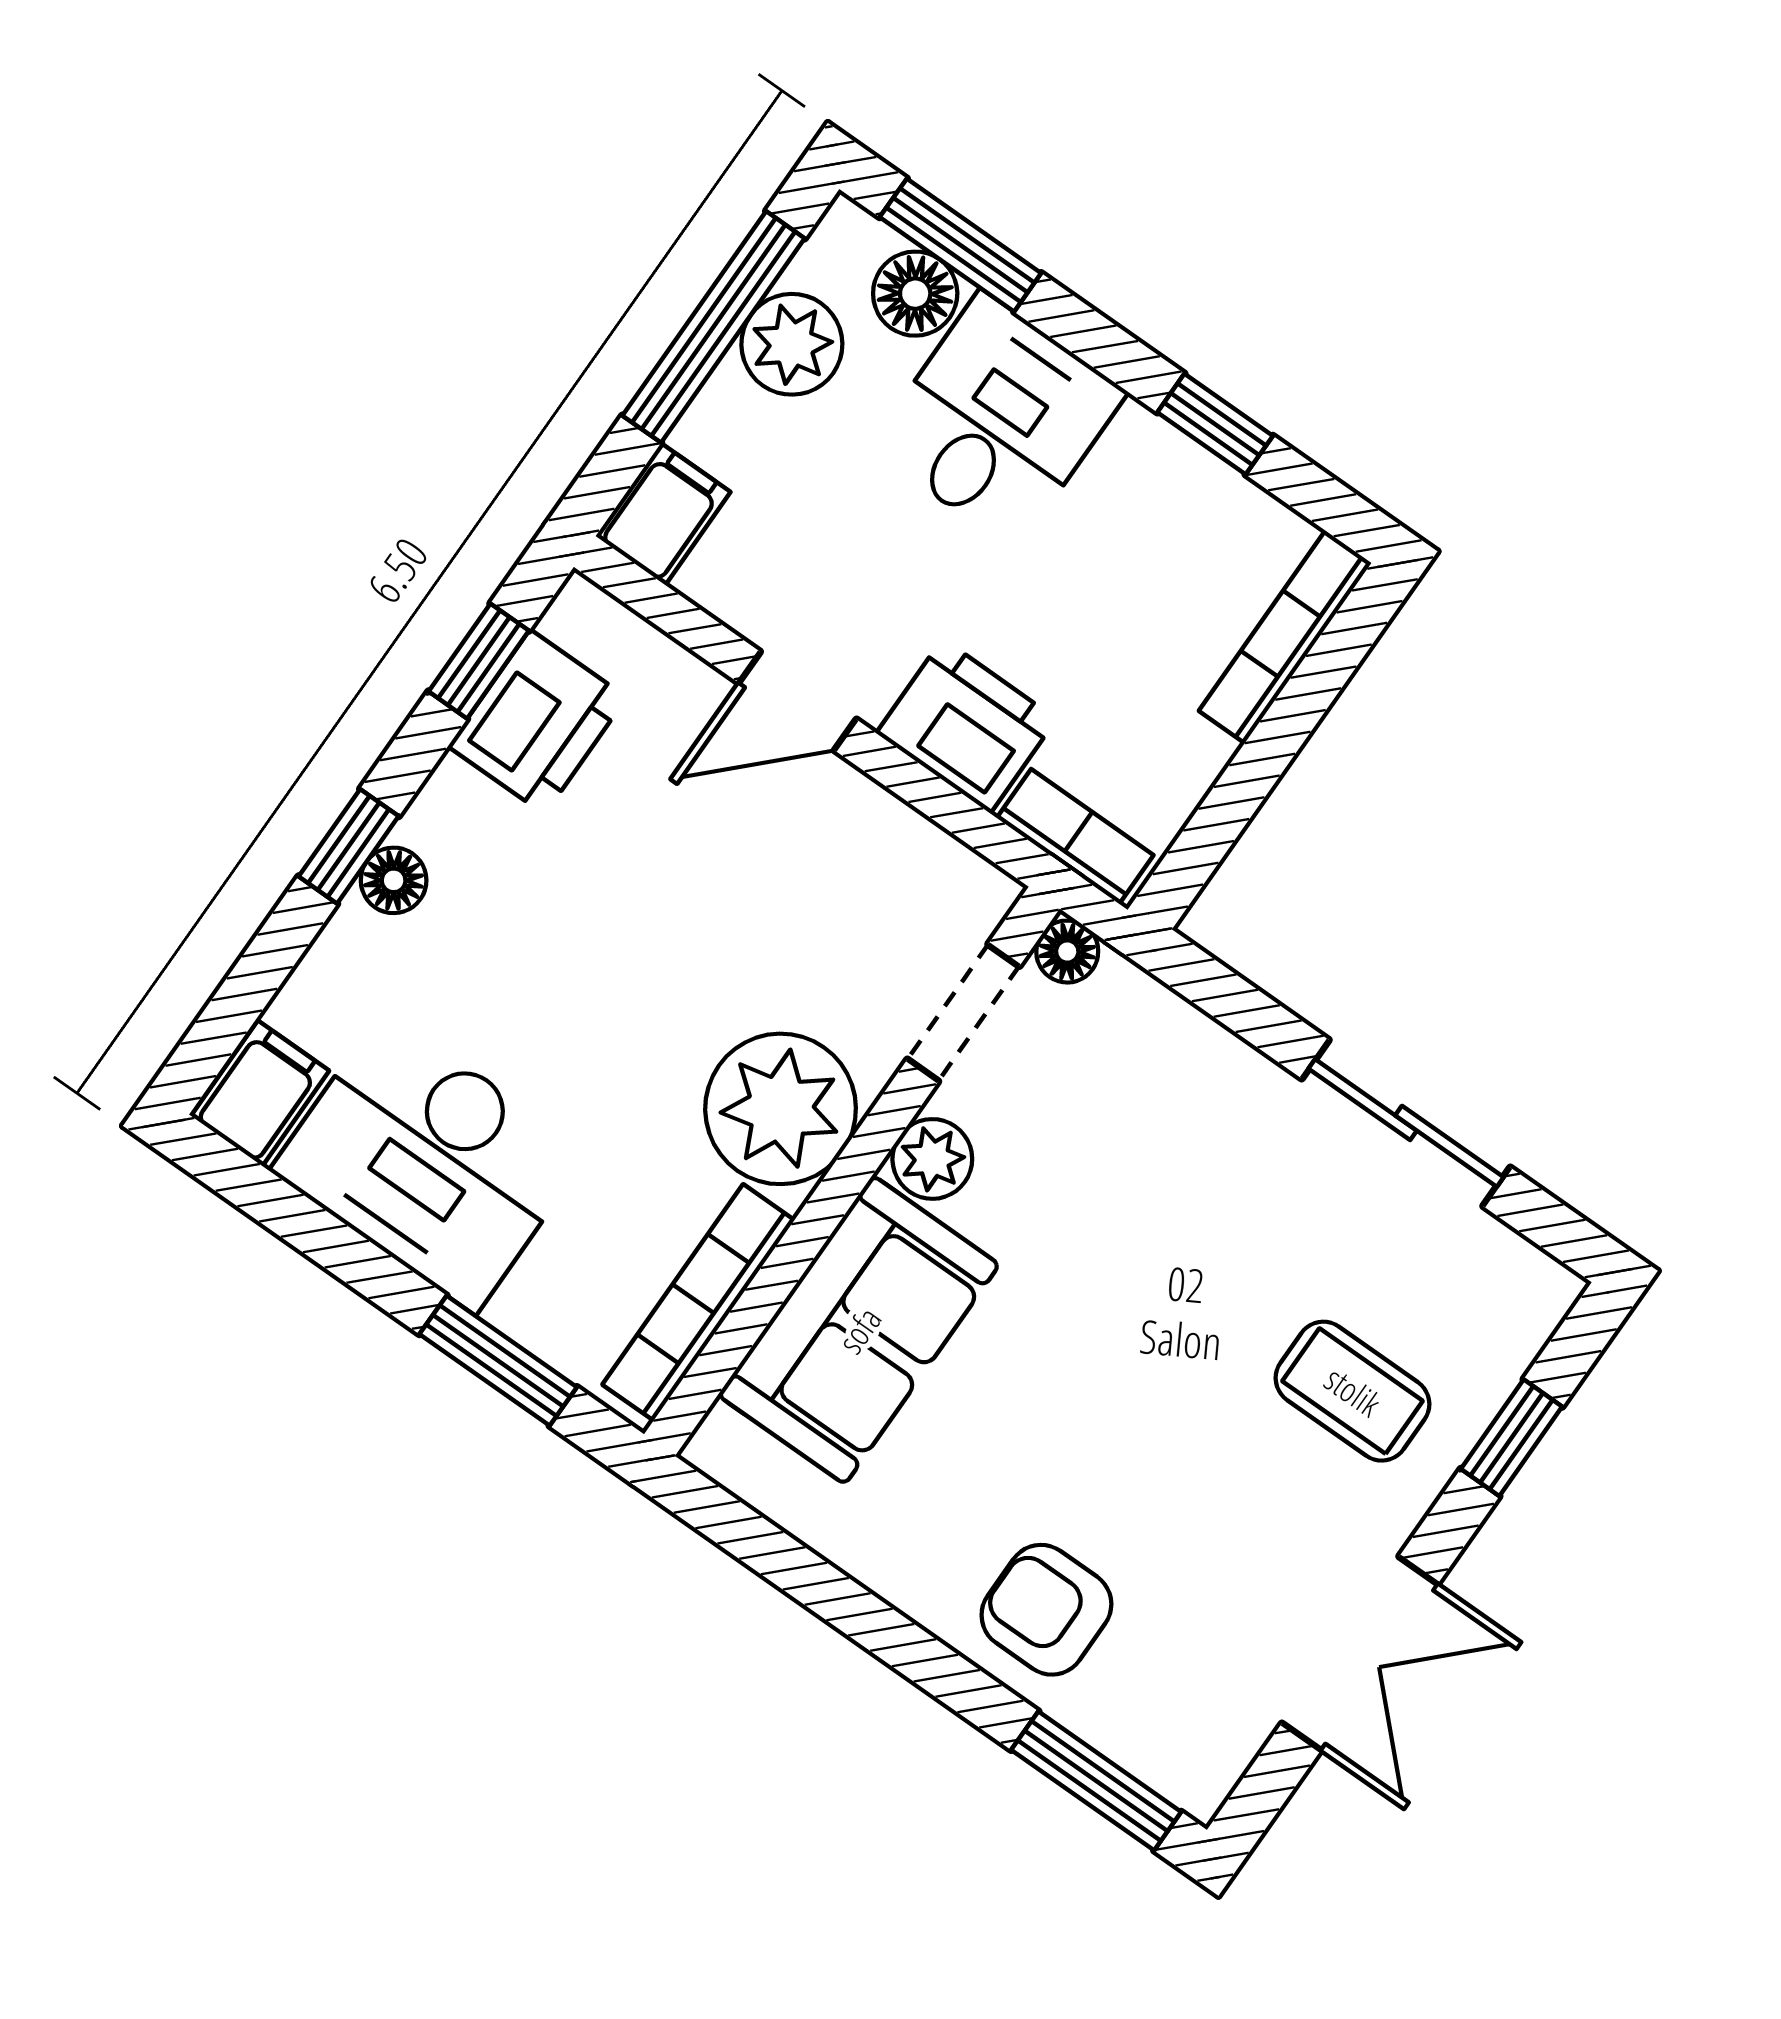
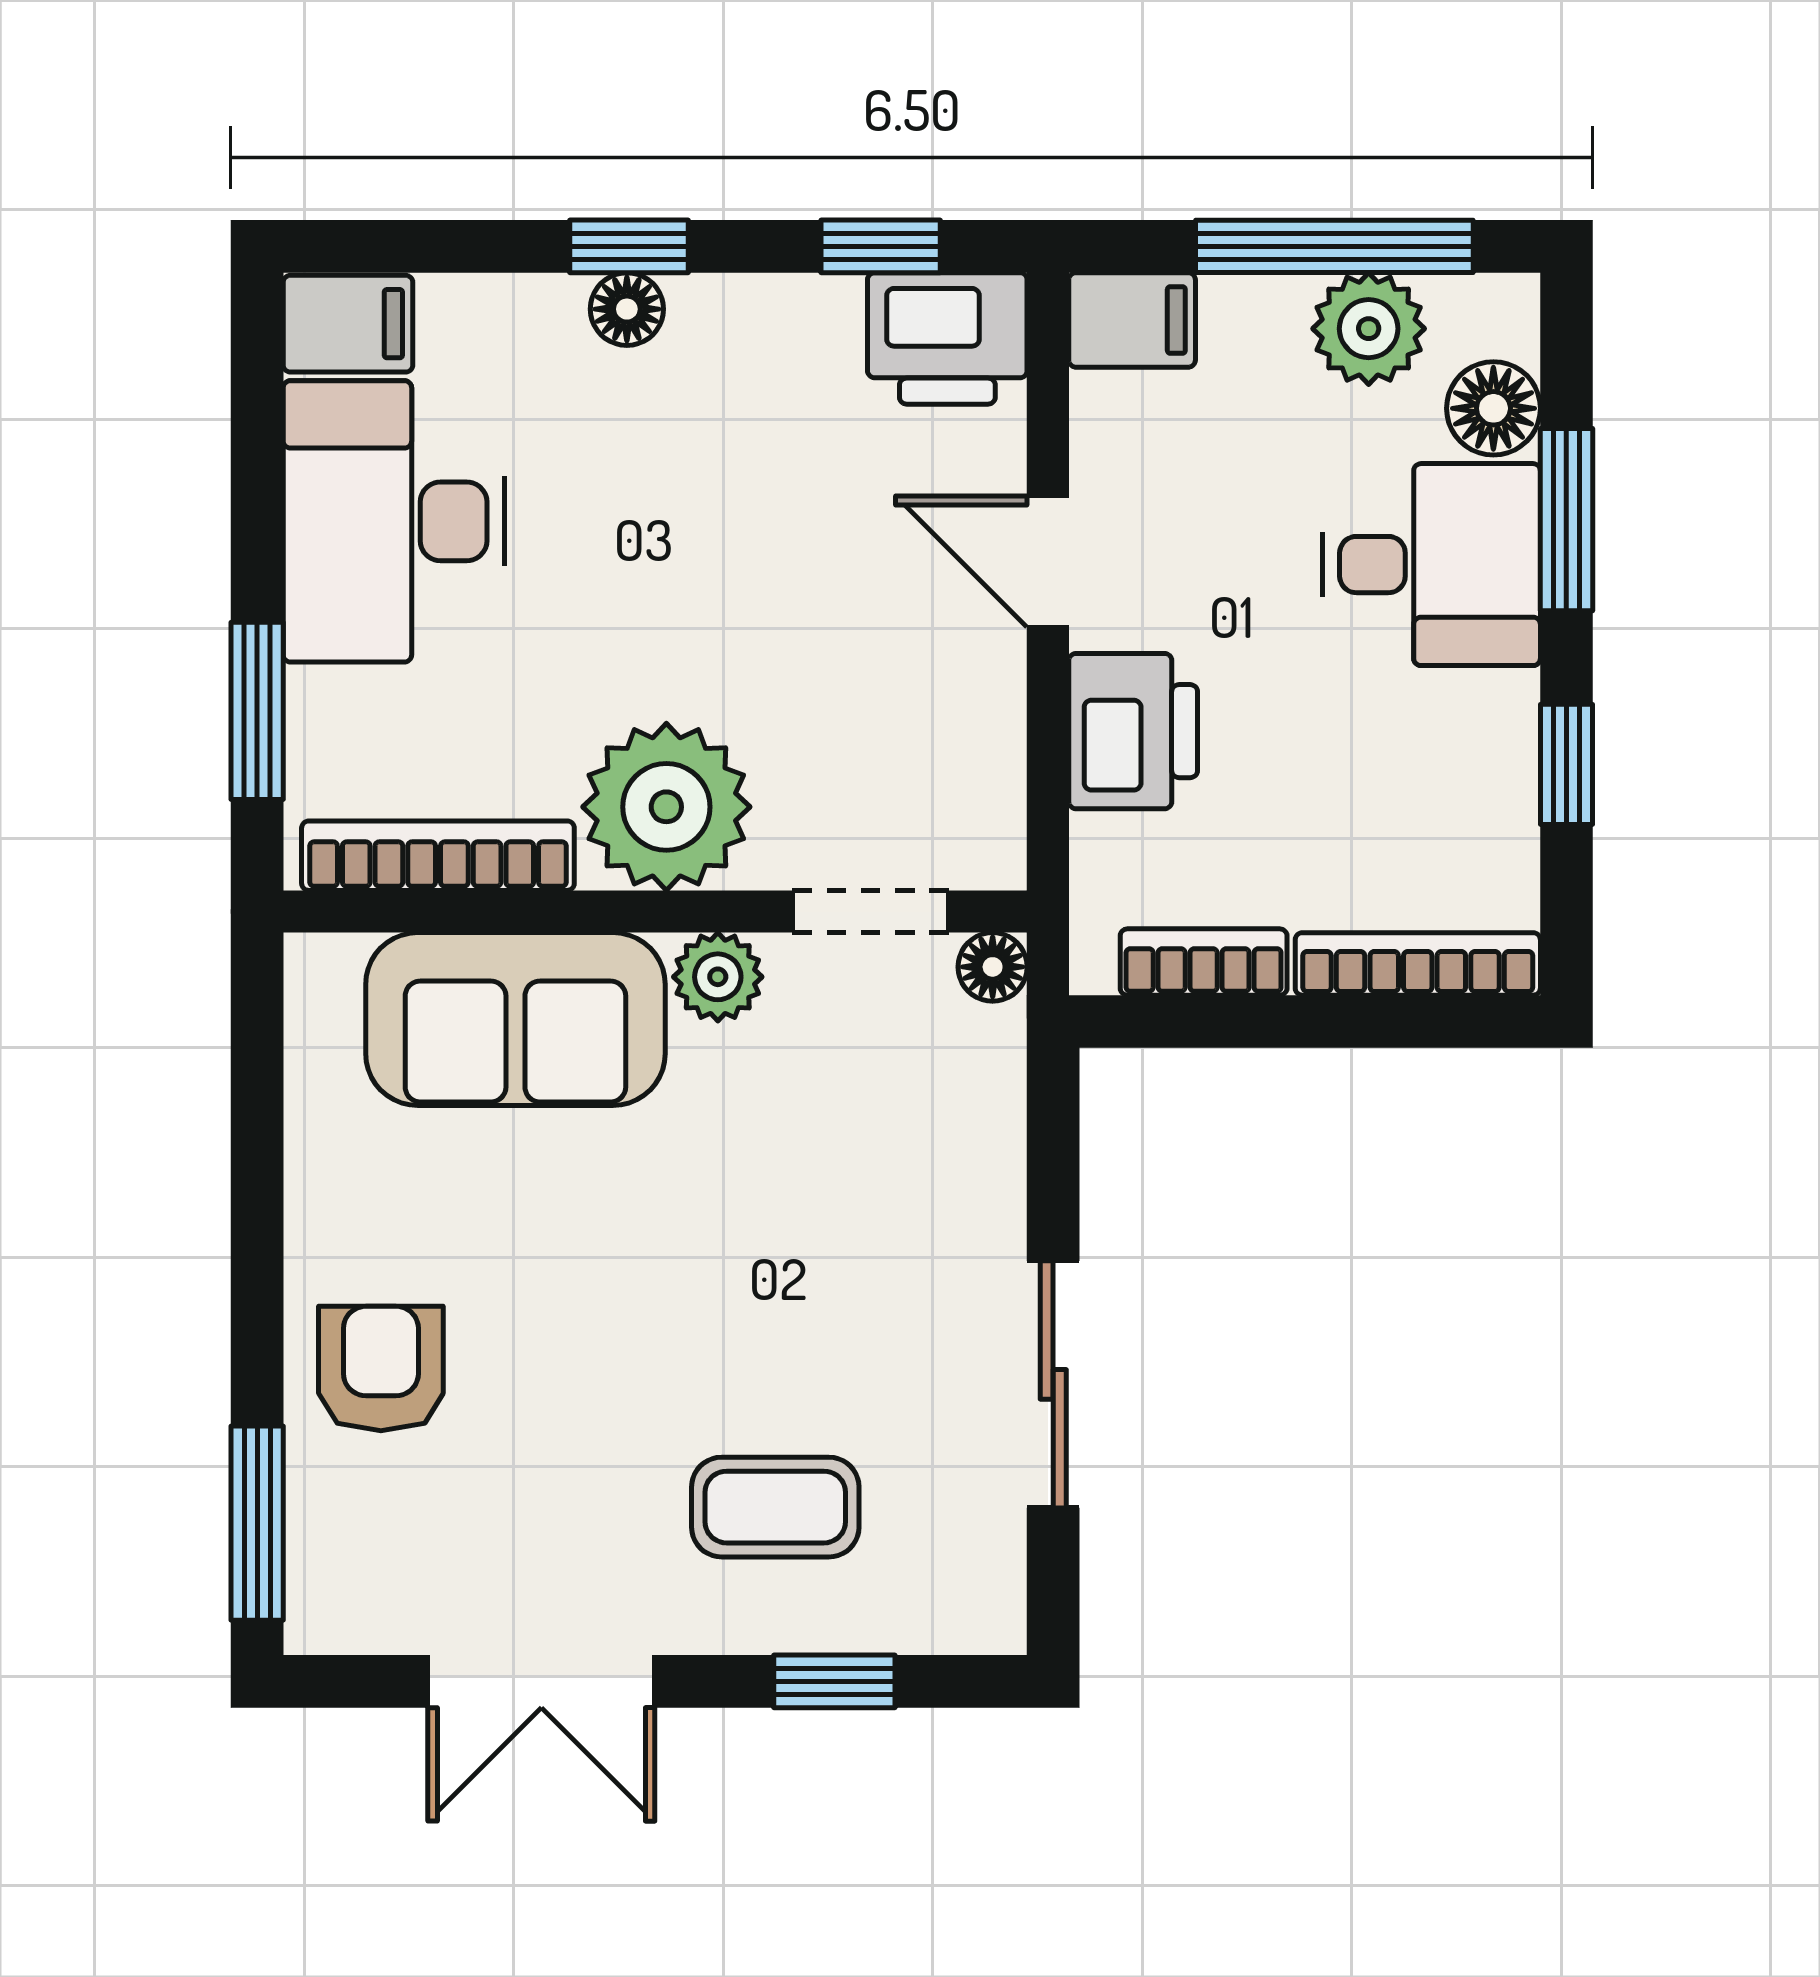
window: (960, 245) -> (1566, 520), moved
printer: (537, 722) -> (947, 338), moved
bookcase: (1075, 836) -> (1204, 962), moved, turned -90
coffee table: (1353, 1391) -> (775, 1507), turned 90

